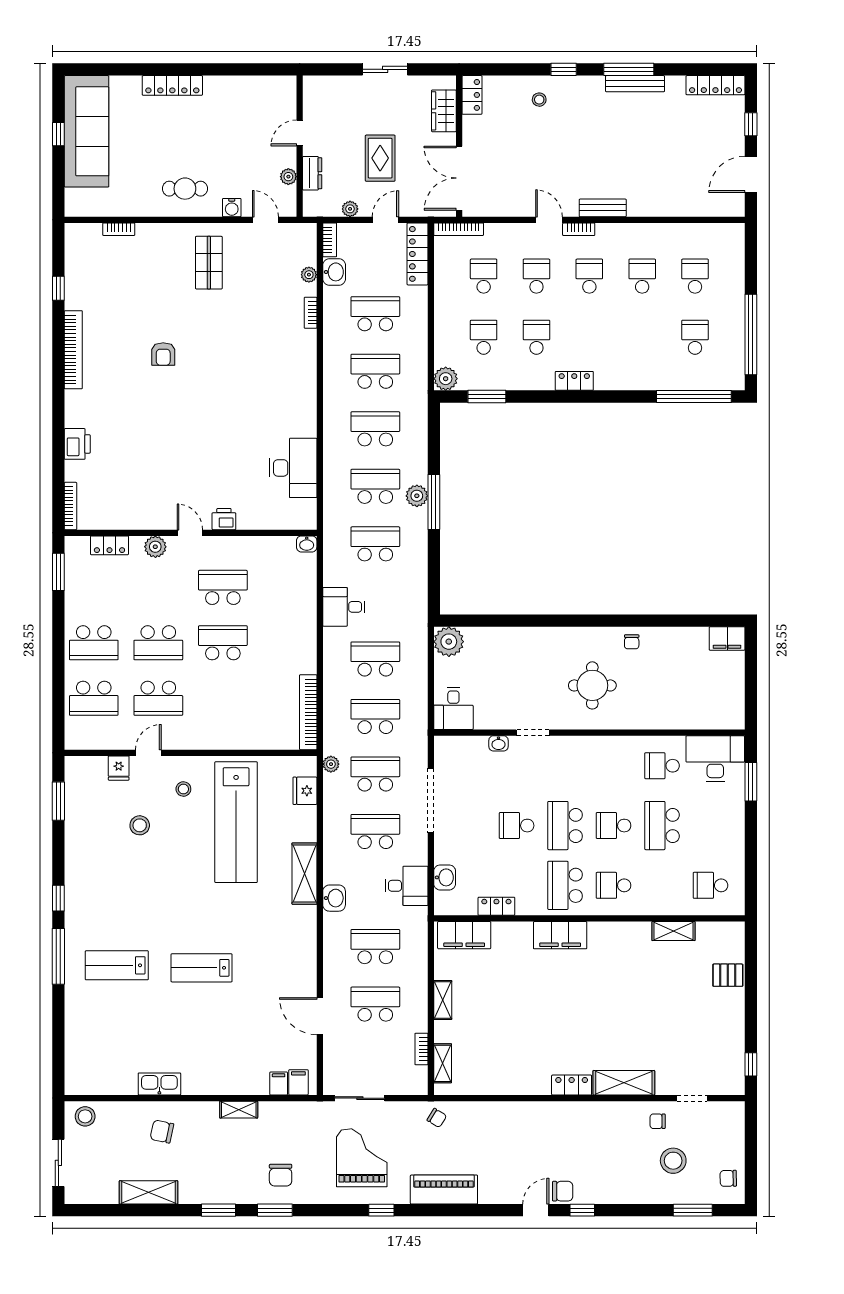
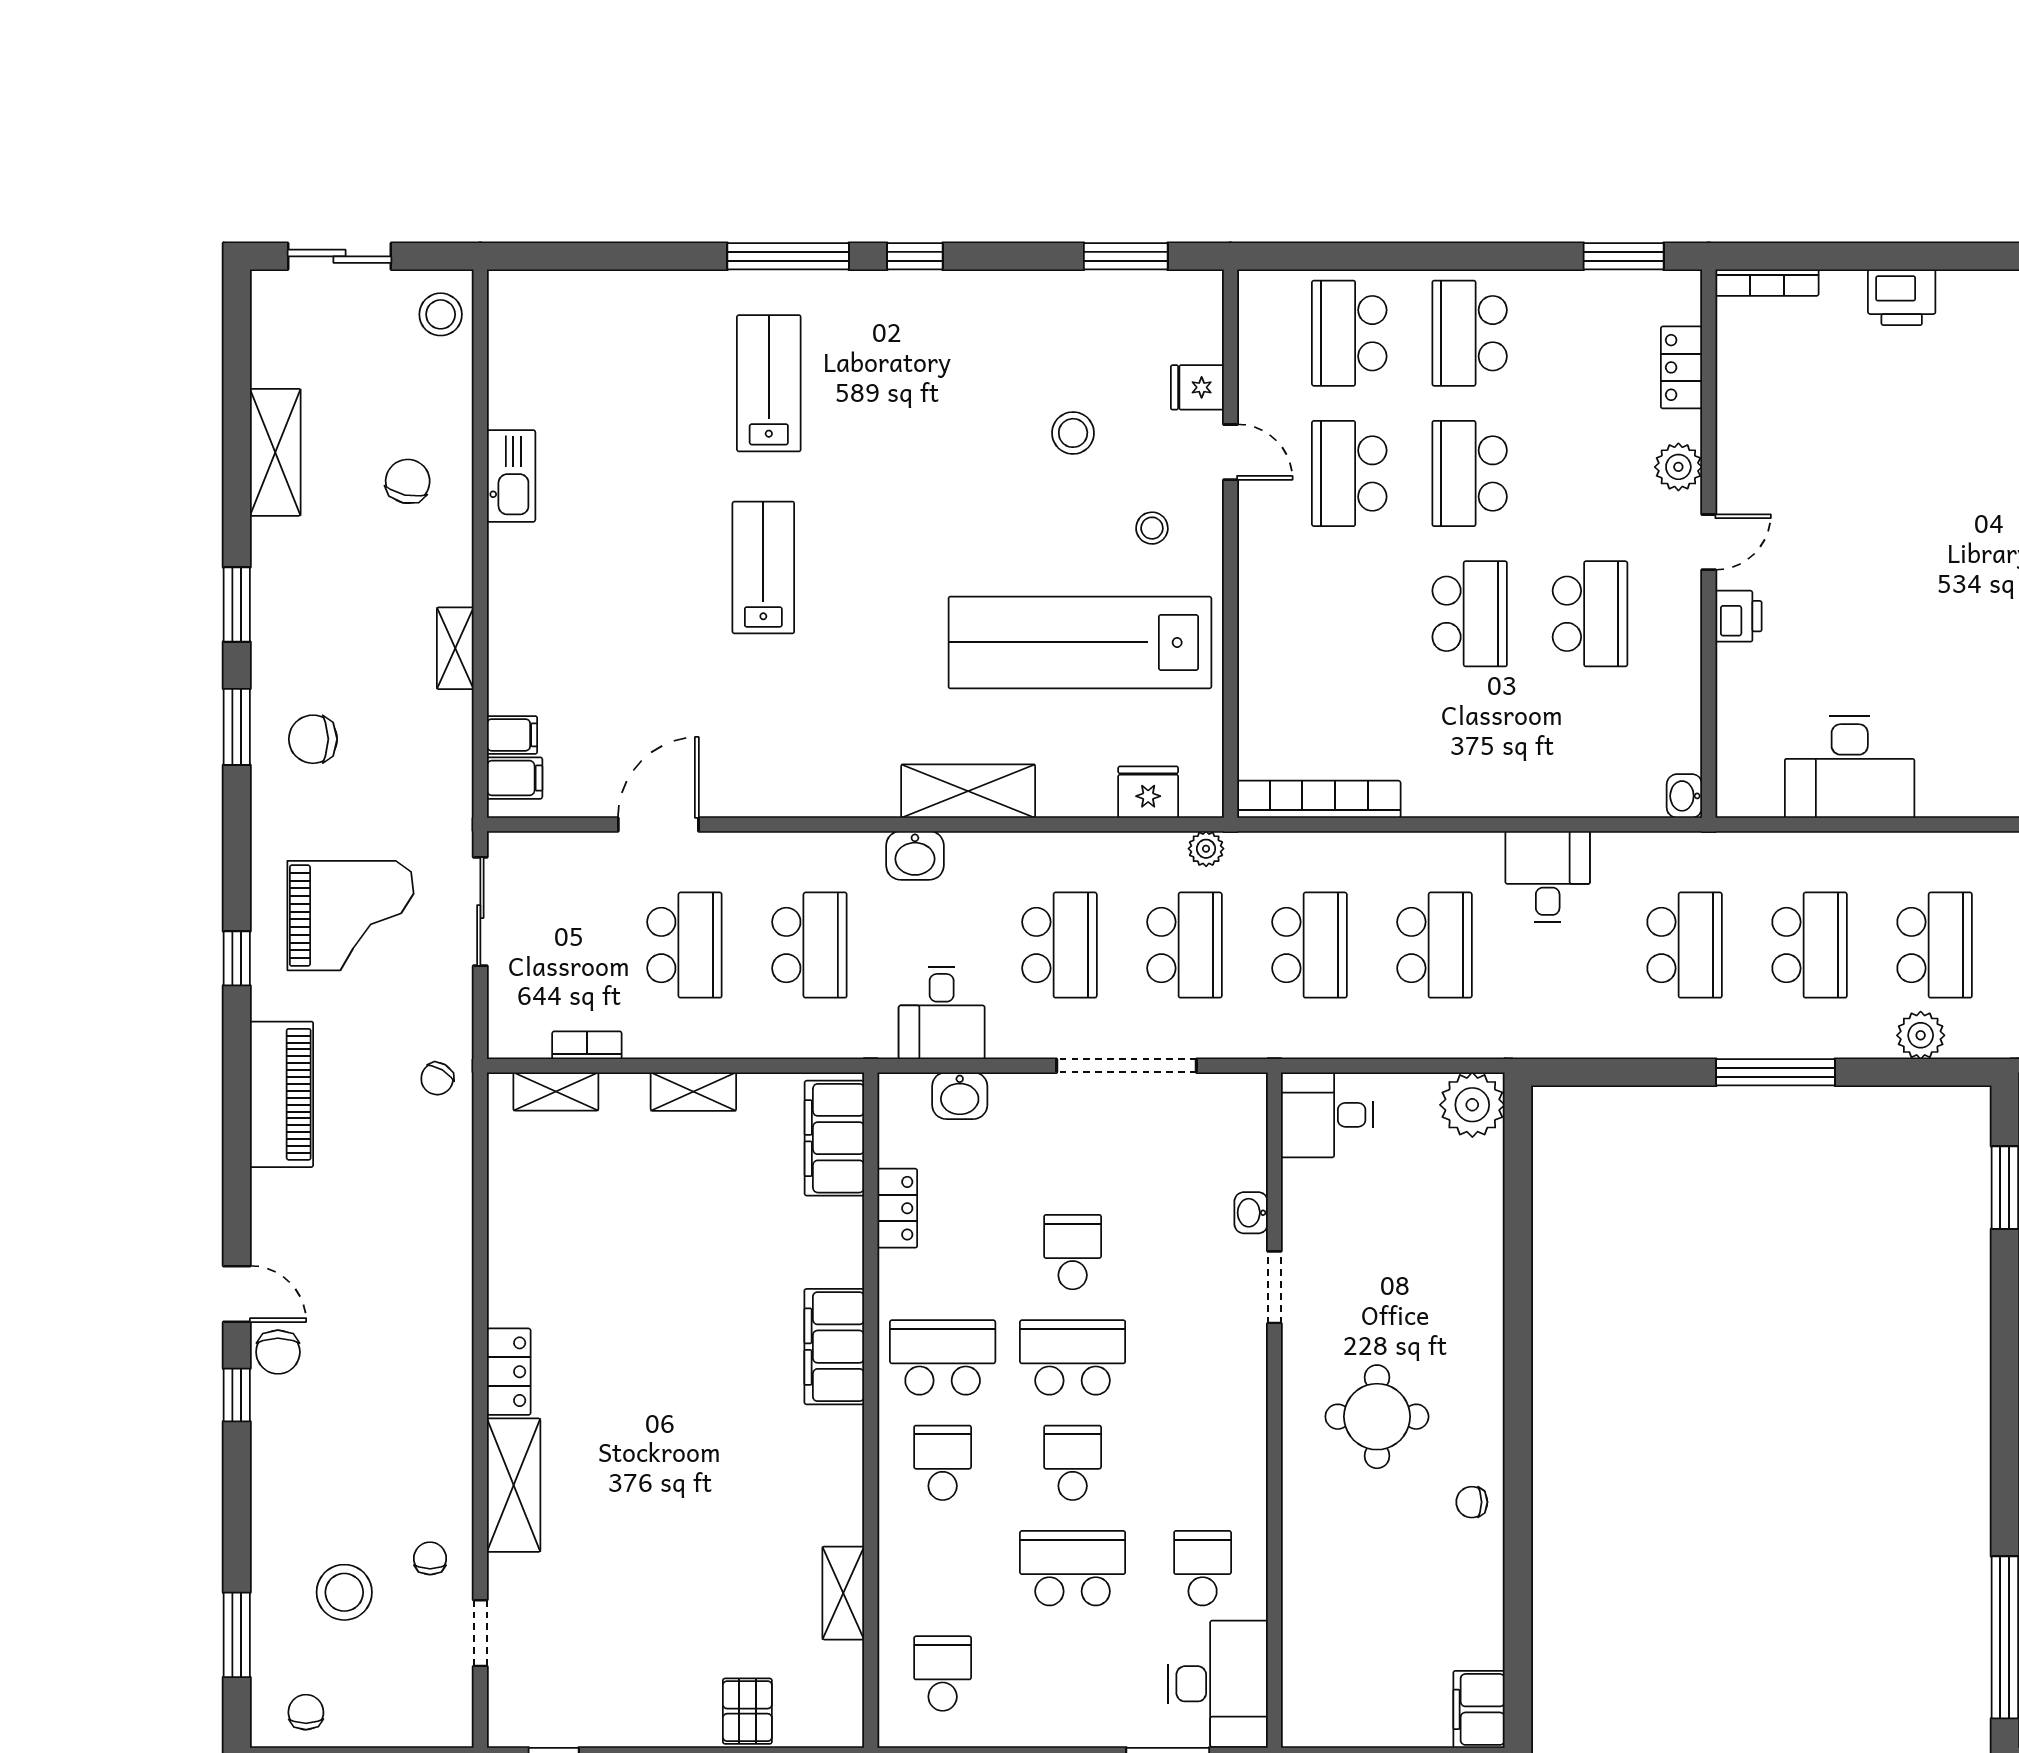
plant: (417, 496) -> (1921, 1035), moved

